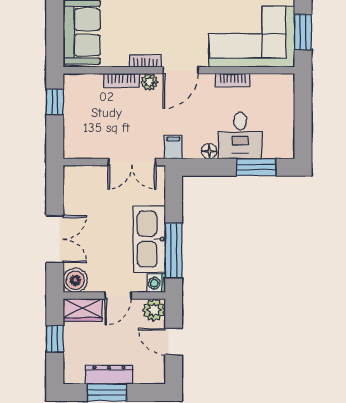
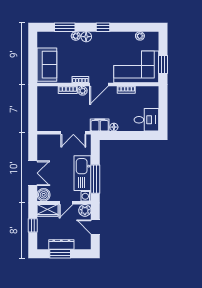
window: (55, 102) -> (33, 101), removed
desk: (240, 136) -> (146, 120), moved, turned -90
filing cabinet: (173, 147) -> (100, 125), width x2.00
window: (256, 167) -> (138, 135), removed

